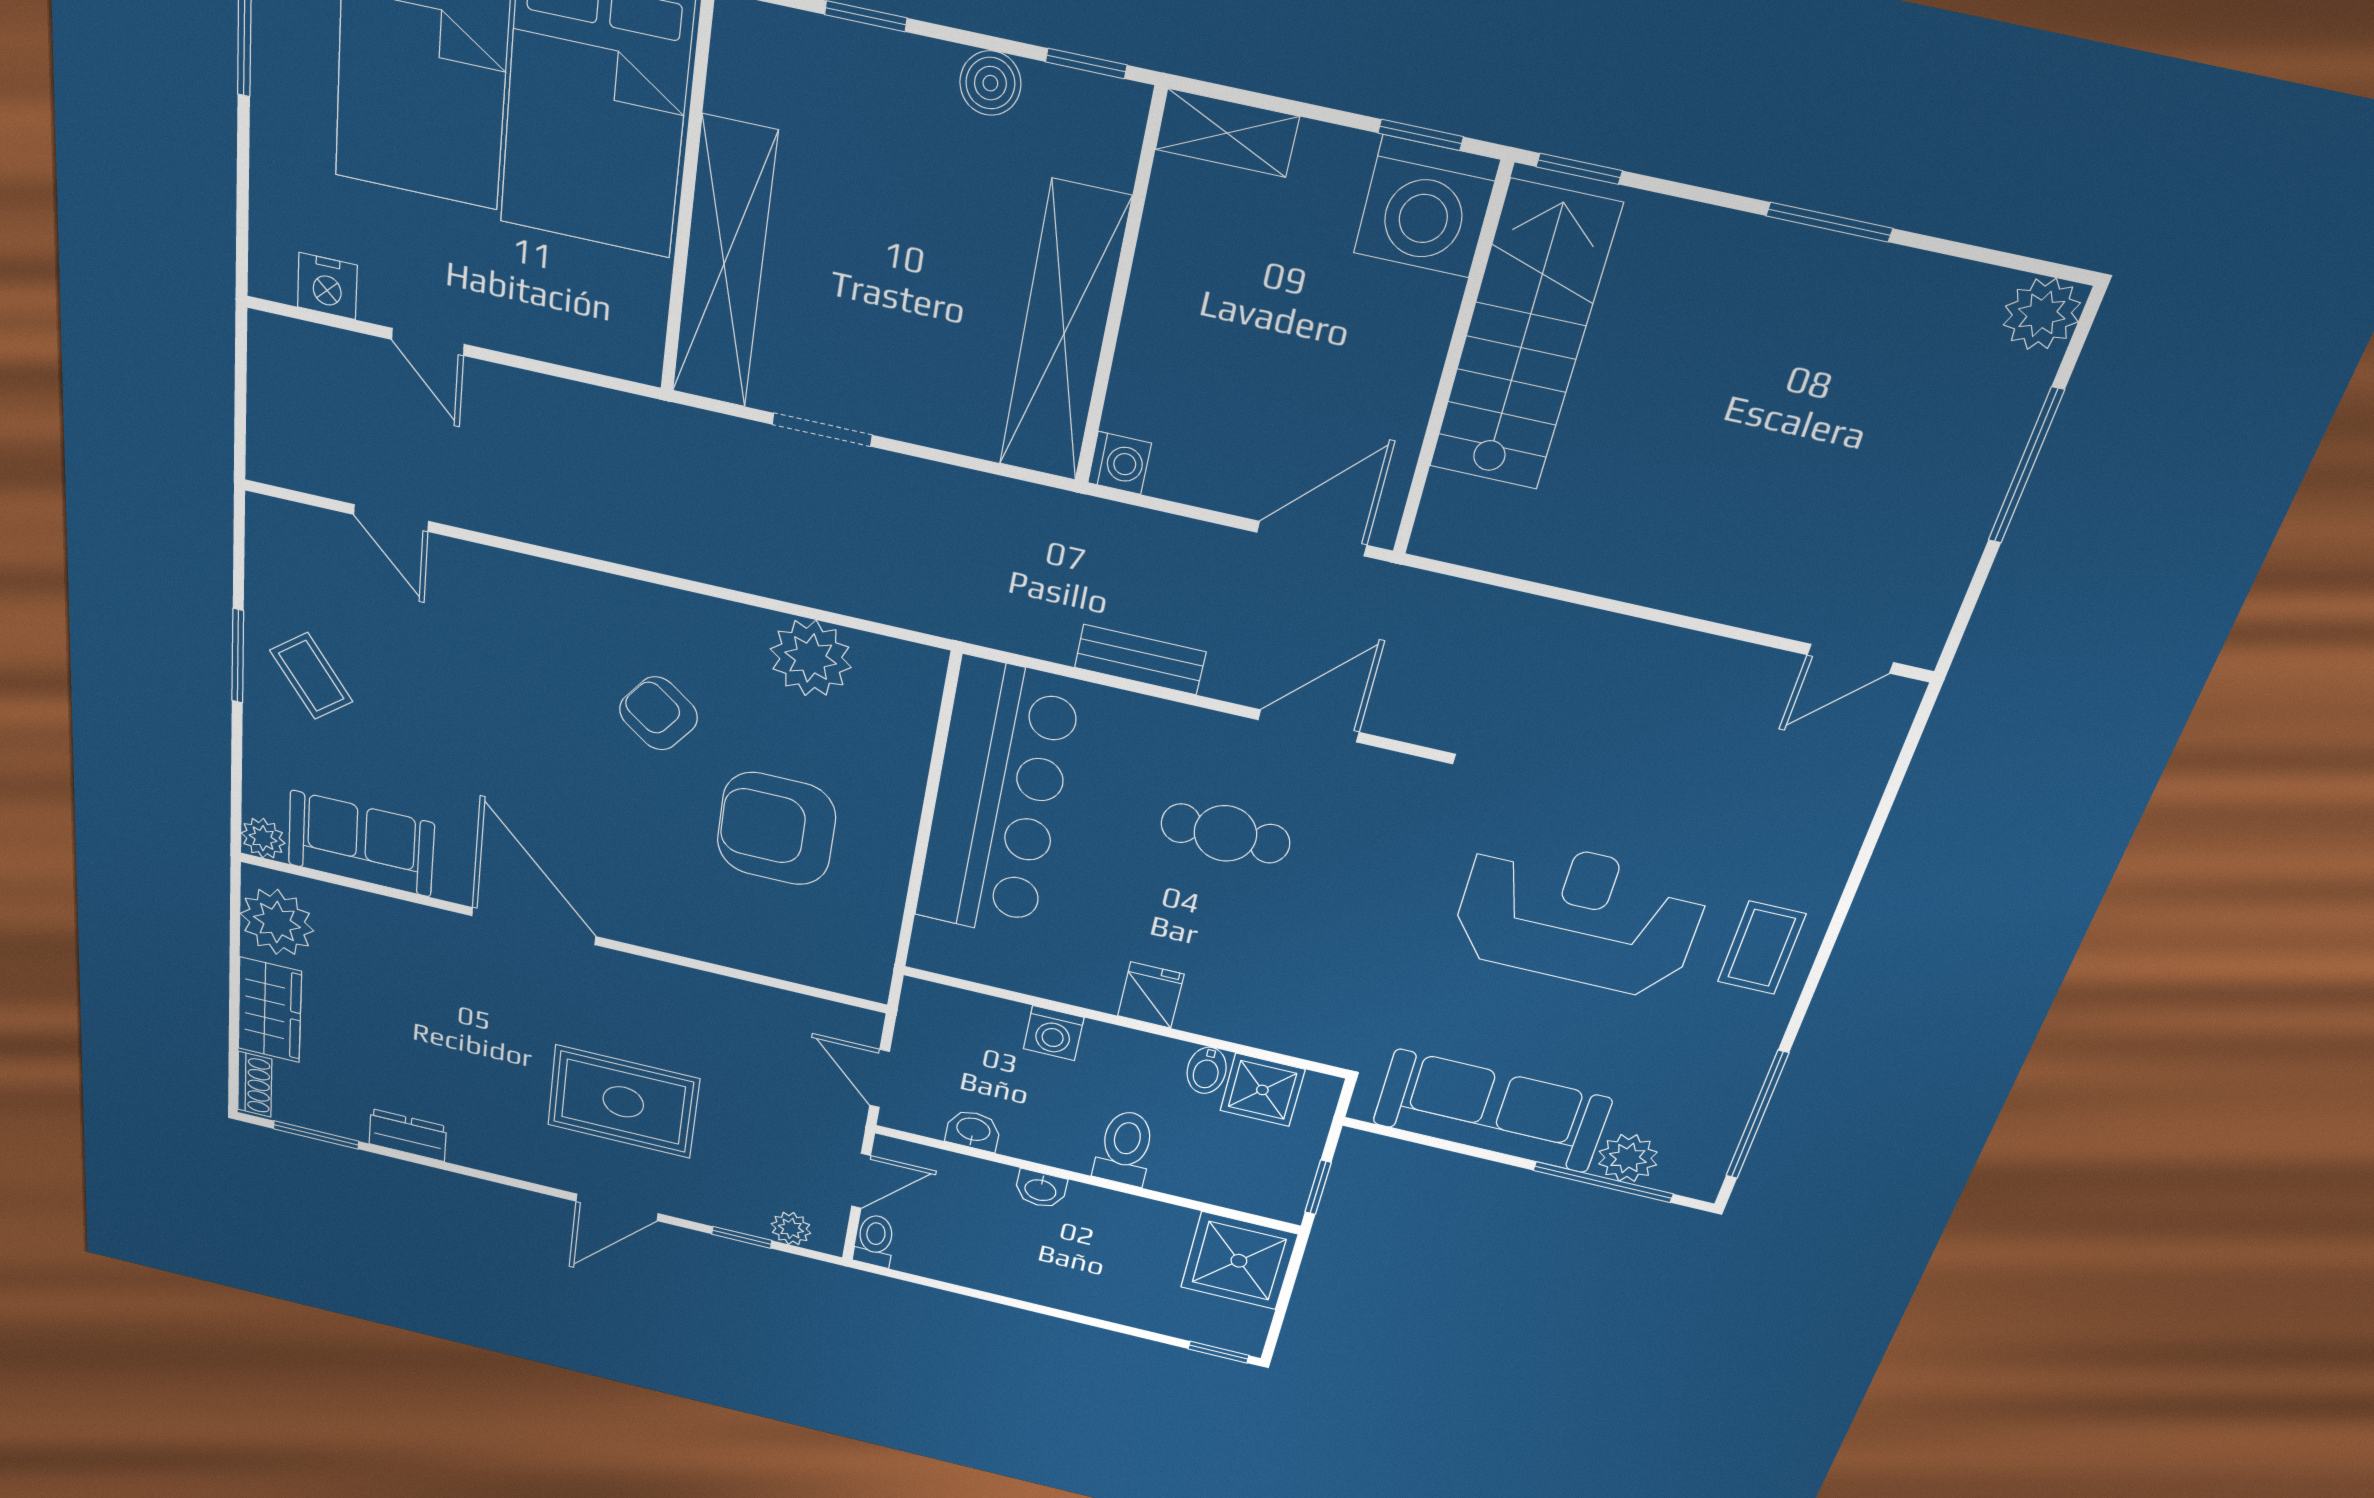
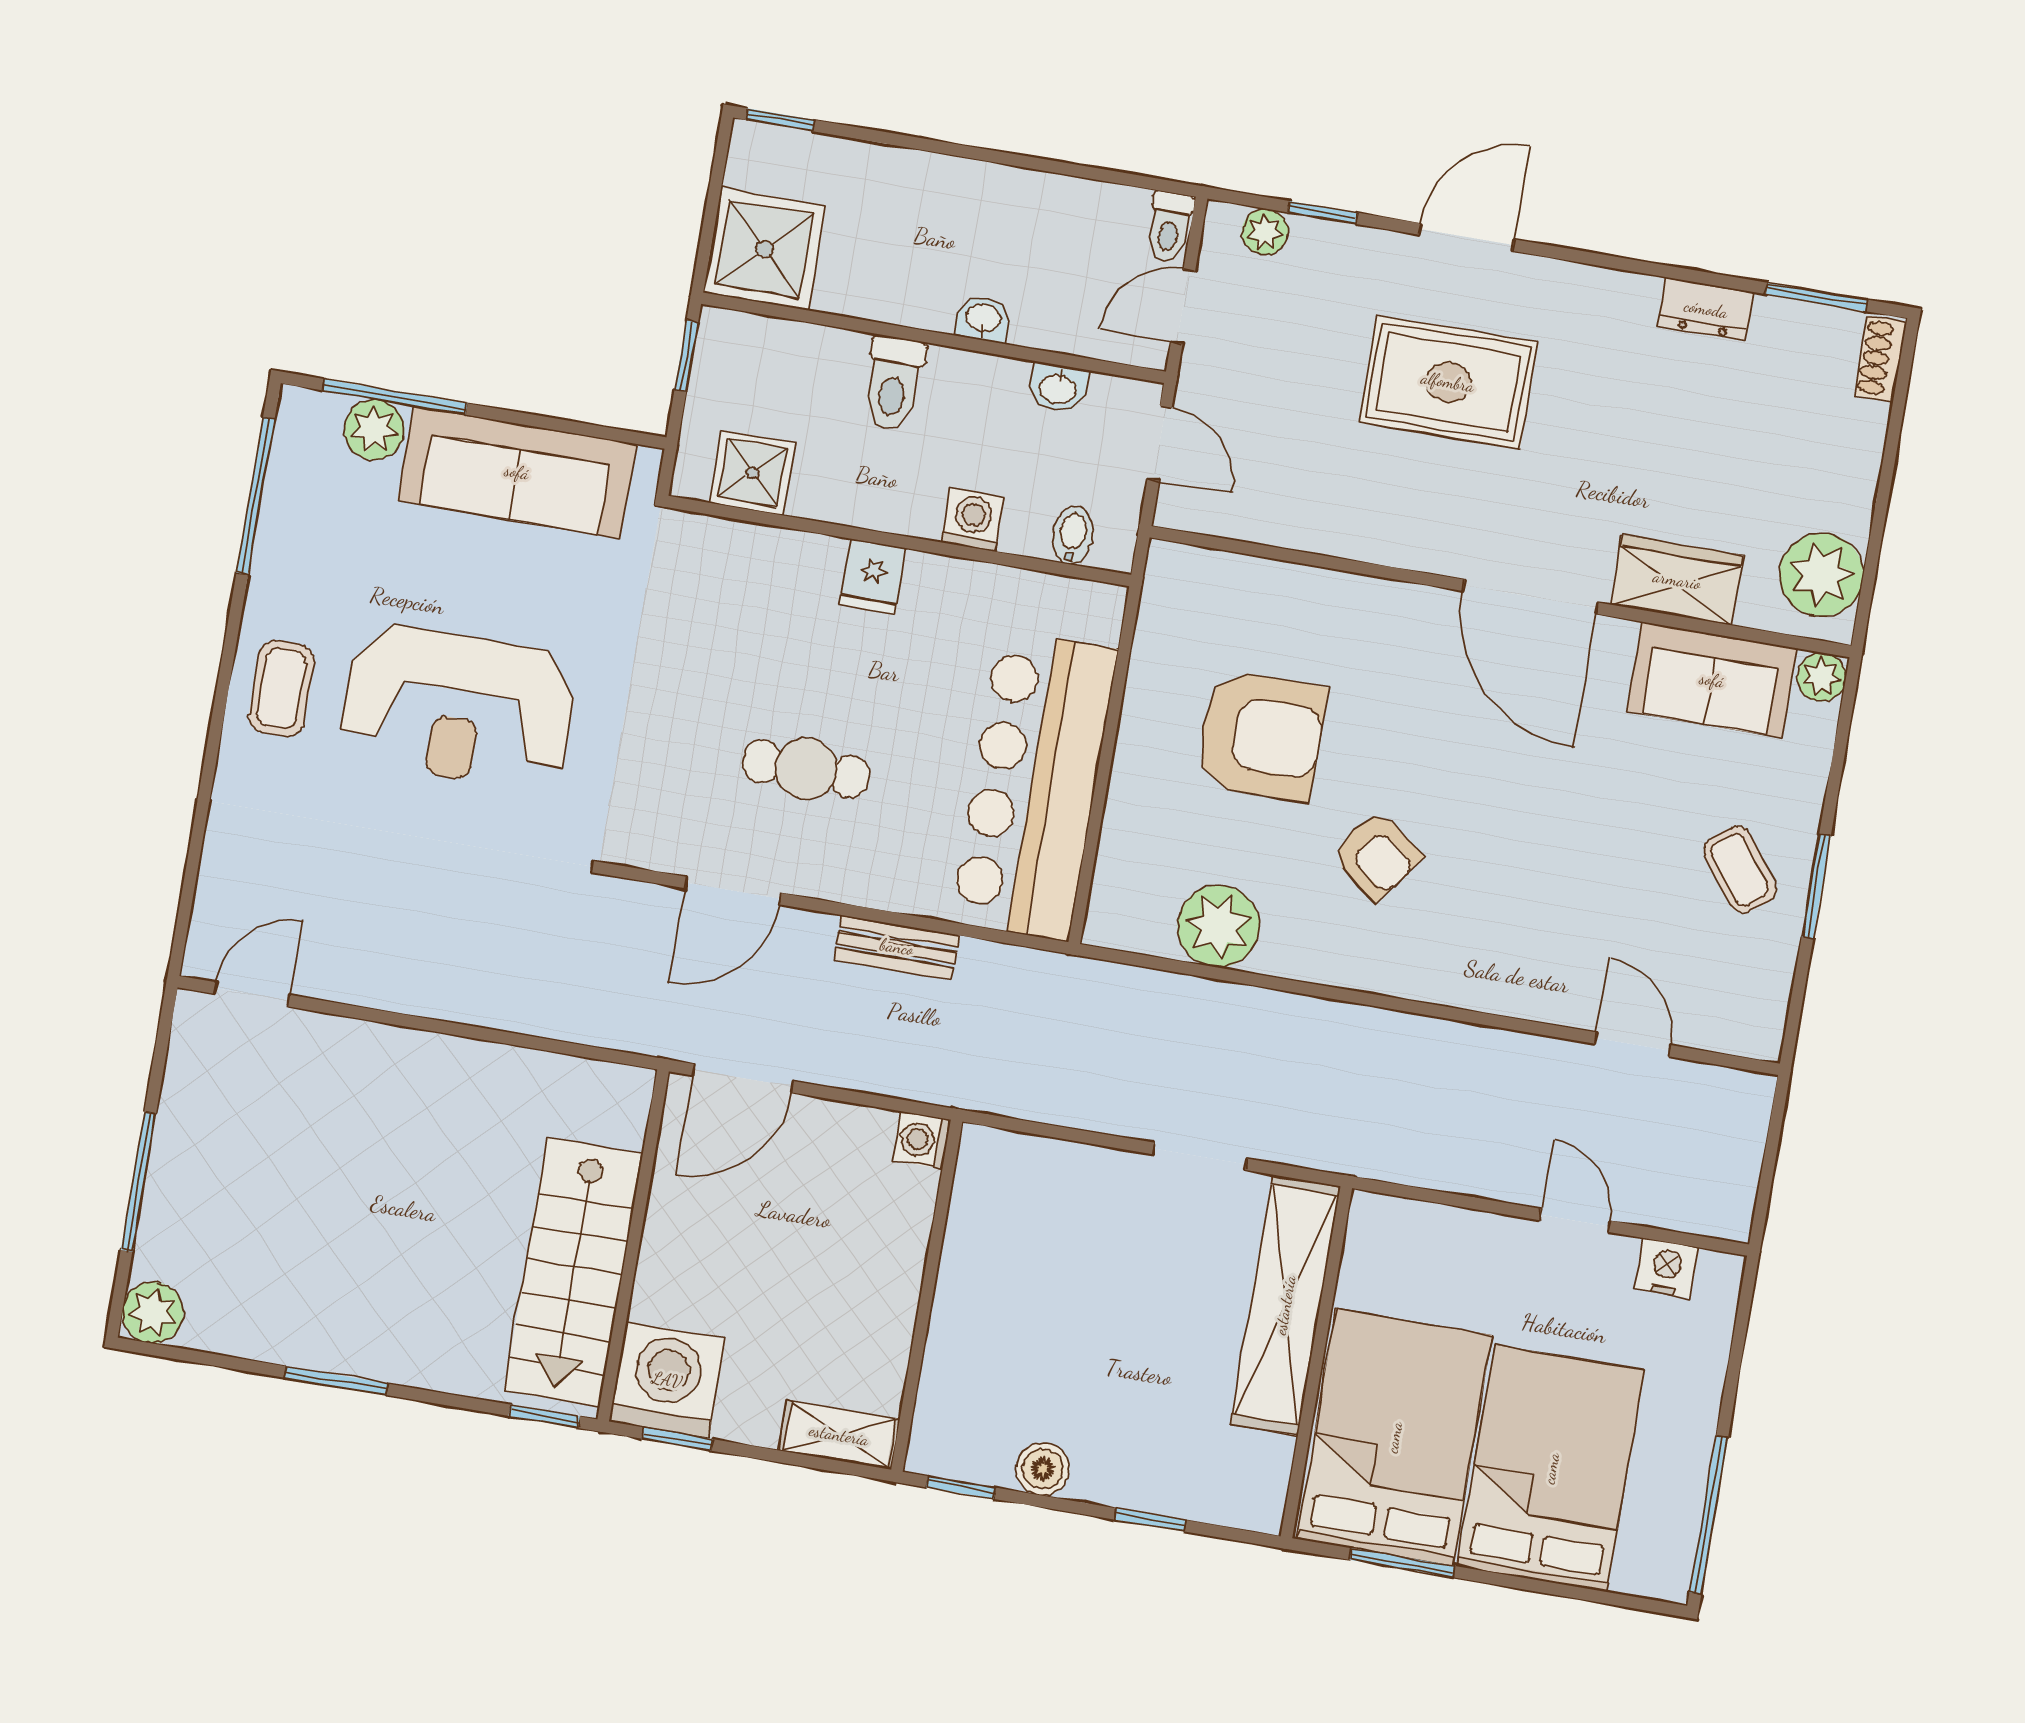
shelving: (1064, 333) -> (975, 1257), removed
wardrobe: (270, 1010) -> (1677, 580), moved, turned 90
bidet: (1207, 1070) -> (1073, 536), moved

